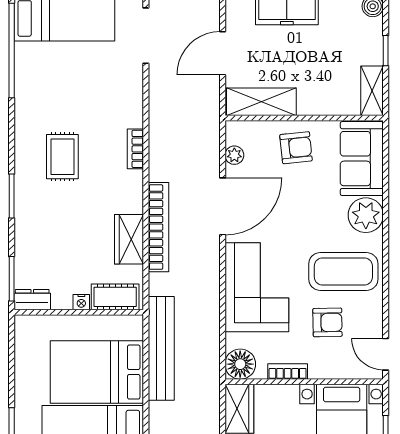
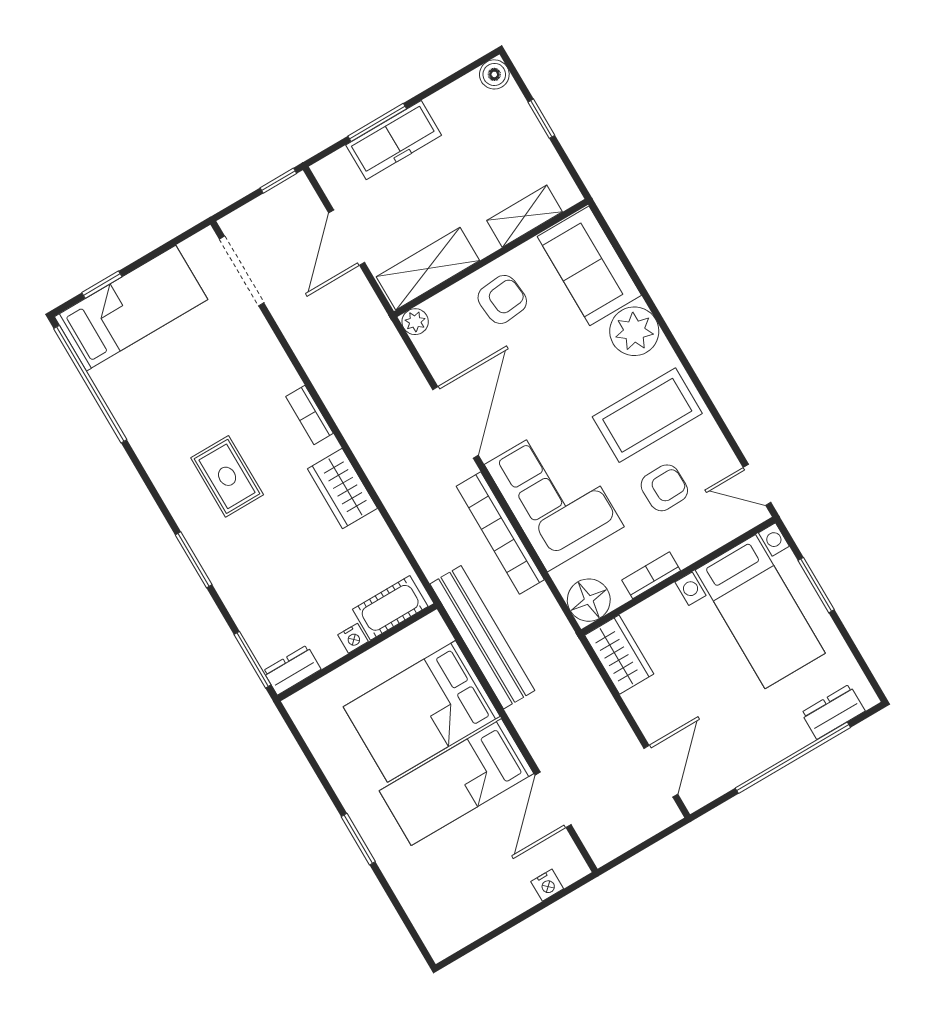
shelving: (372, 91) -> (524, 216), moved, turned 90
plant: (234, 155) -> (415, 322), moved
bookcase: (158, 227) -> (500, 533), moved, turned 180
wardrobe: (129, 239) -> (342, 489), moved

